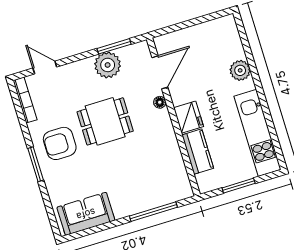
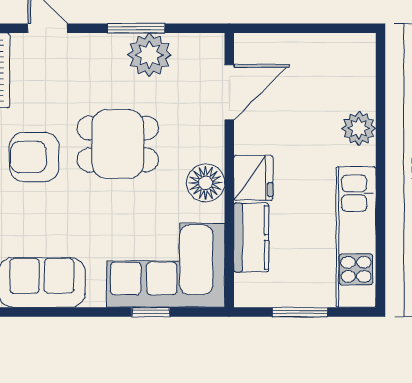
window: (114, 46) -> (136, 28), moved
floor lamp: (160, 102) -> (206, 183), moved, width x1.89, depth x1.89
corner sofa: (154, 182) -> (166, 265), added
window: (153, 212) -> (151, 312), width x0.46

